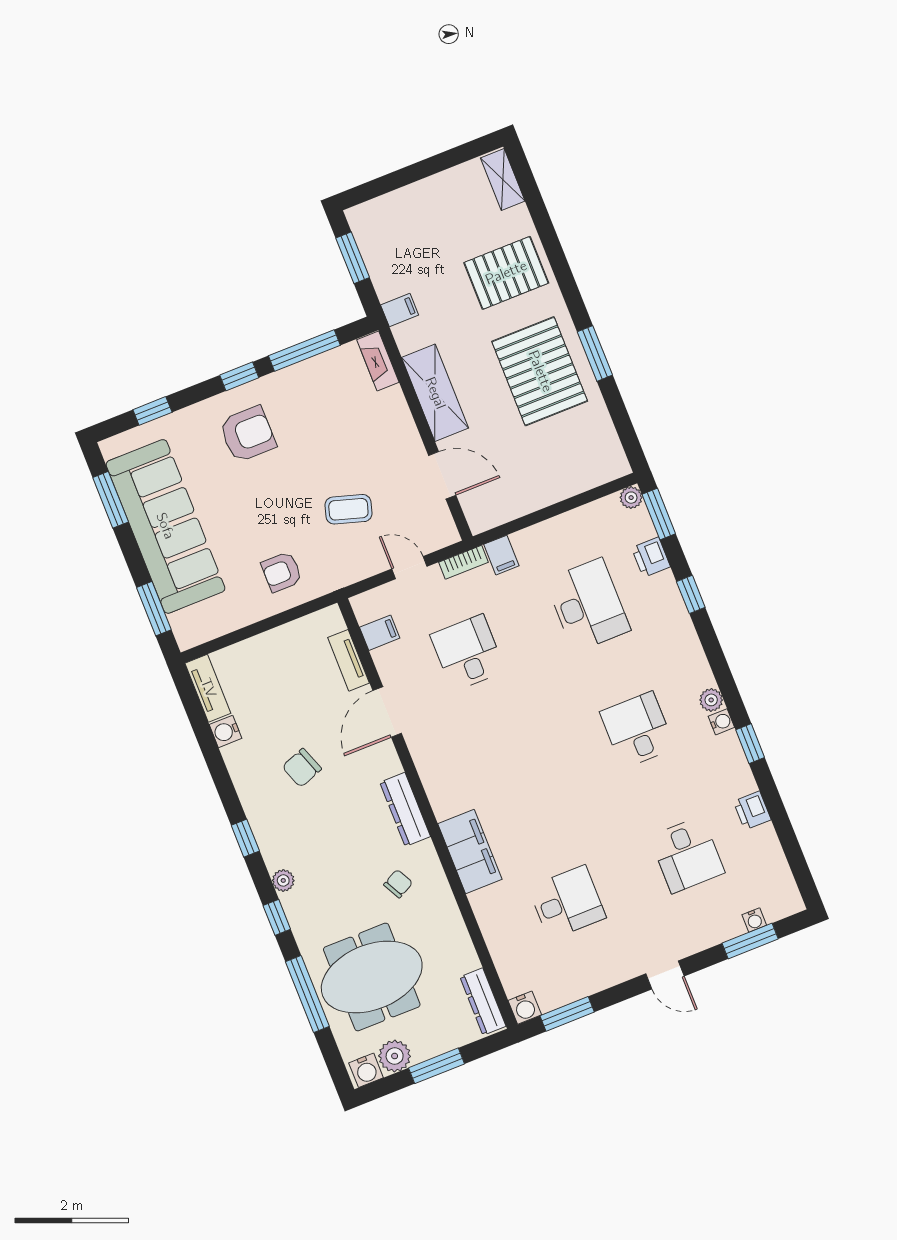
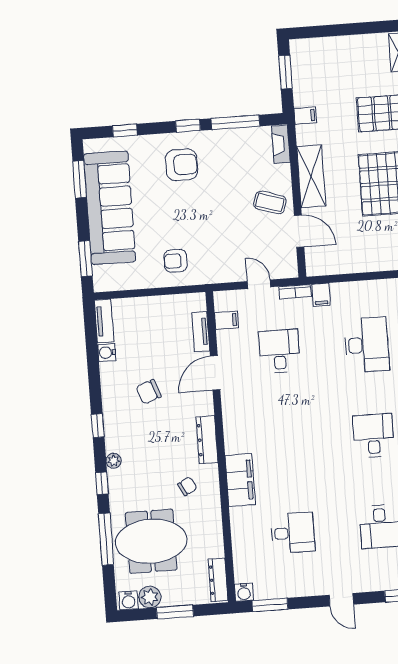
coffee table: (348, 509) -> (270, 202), moved

